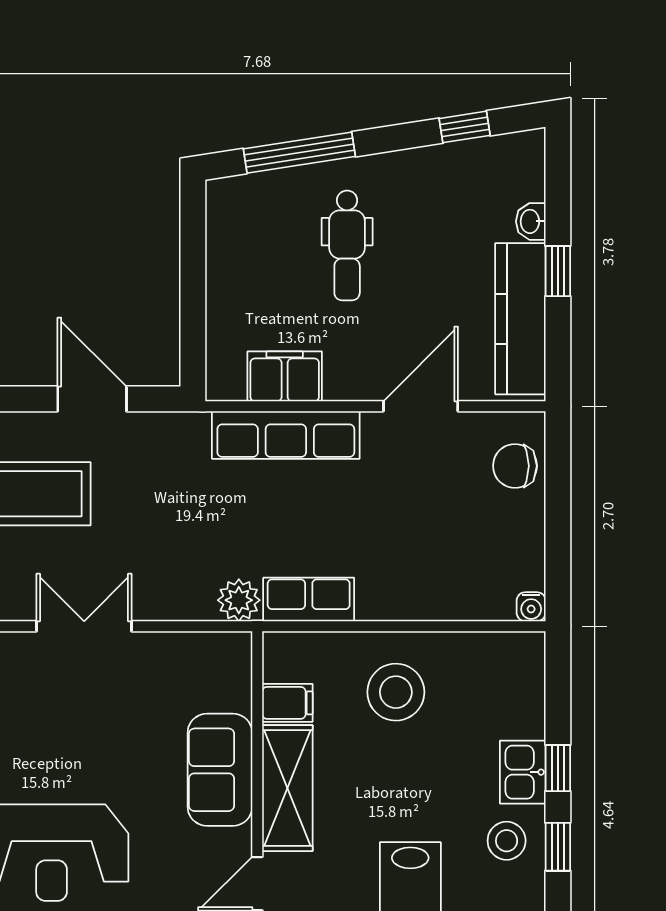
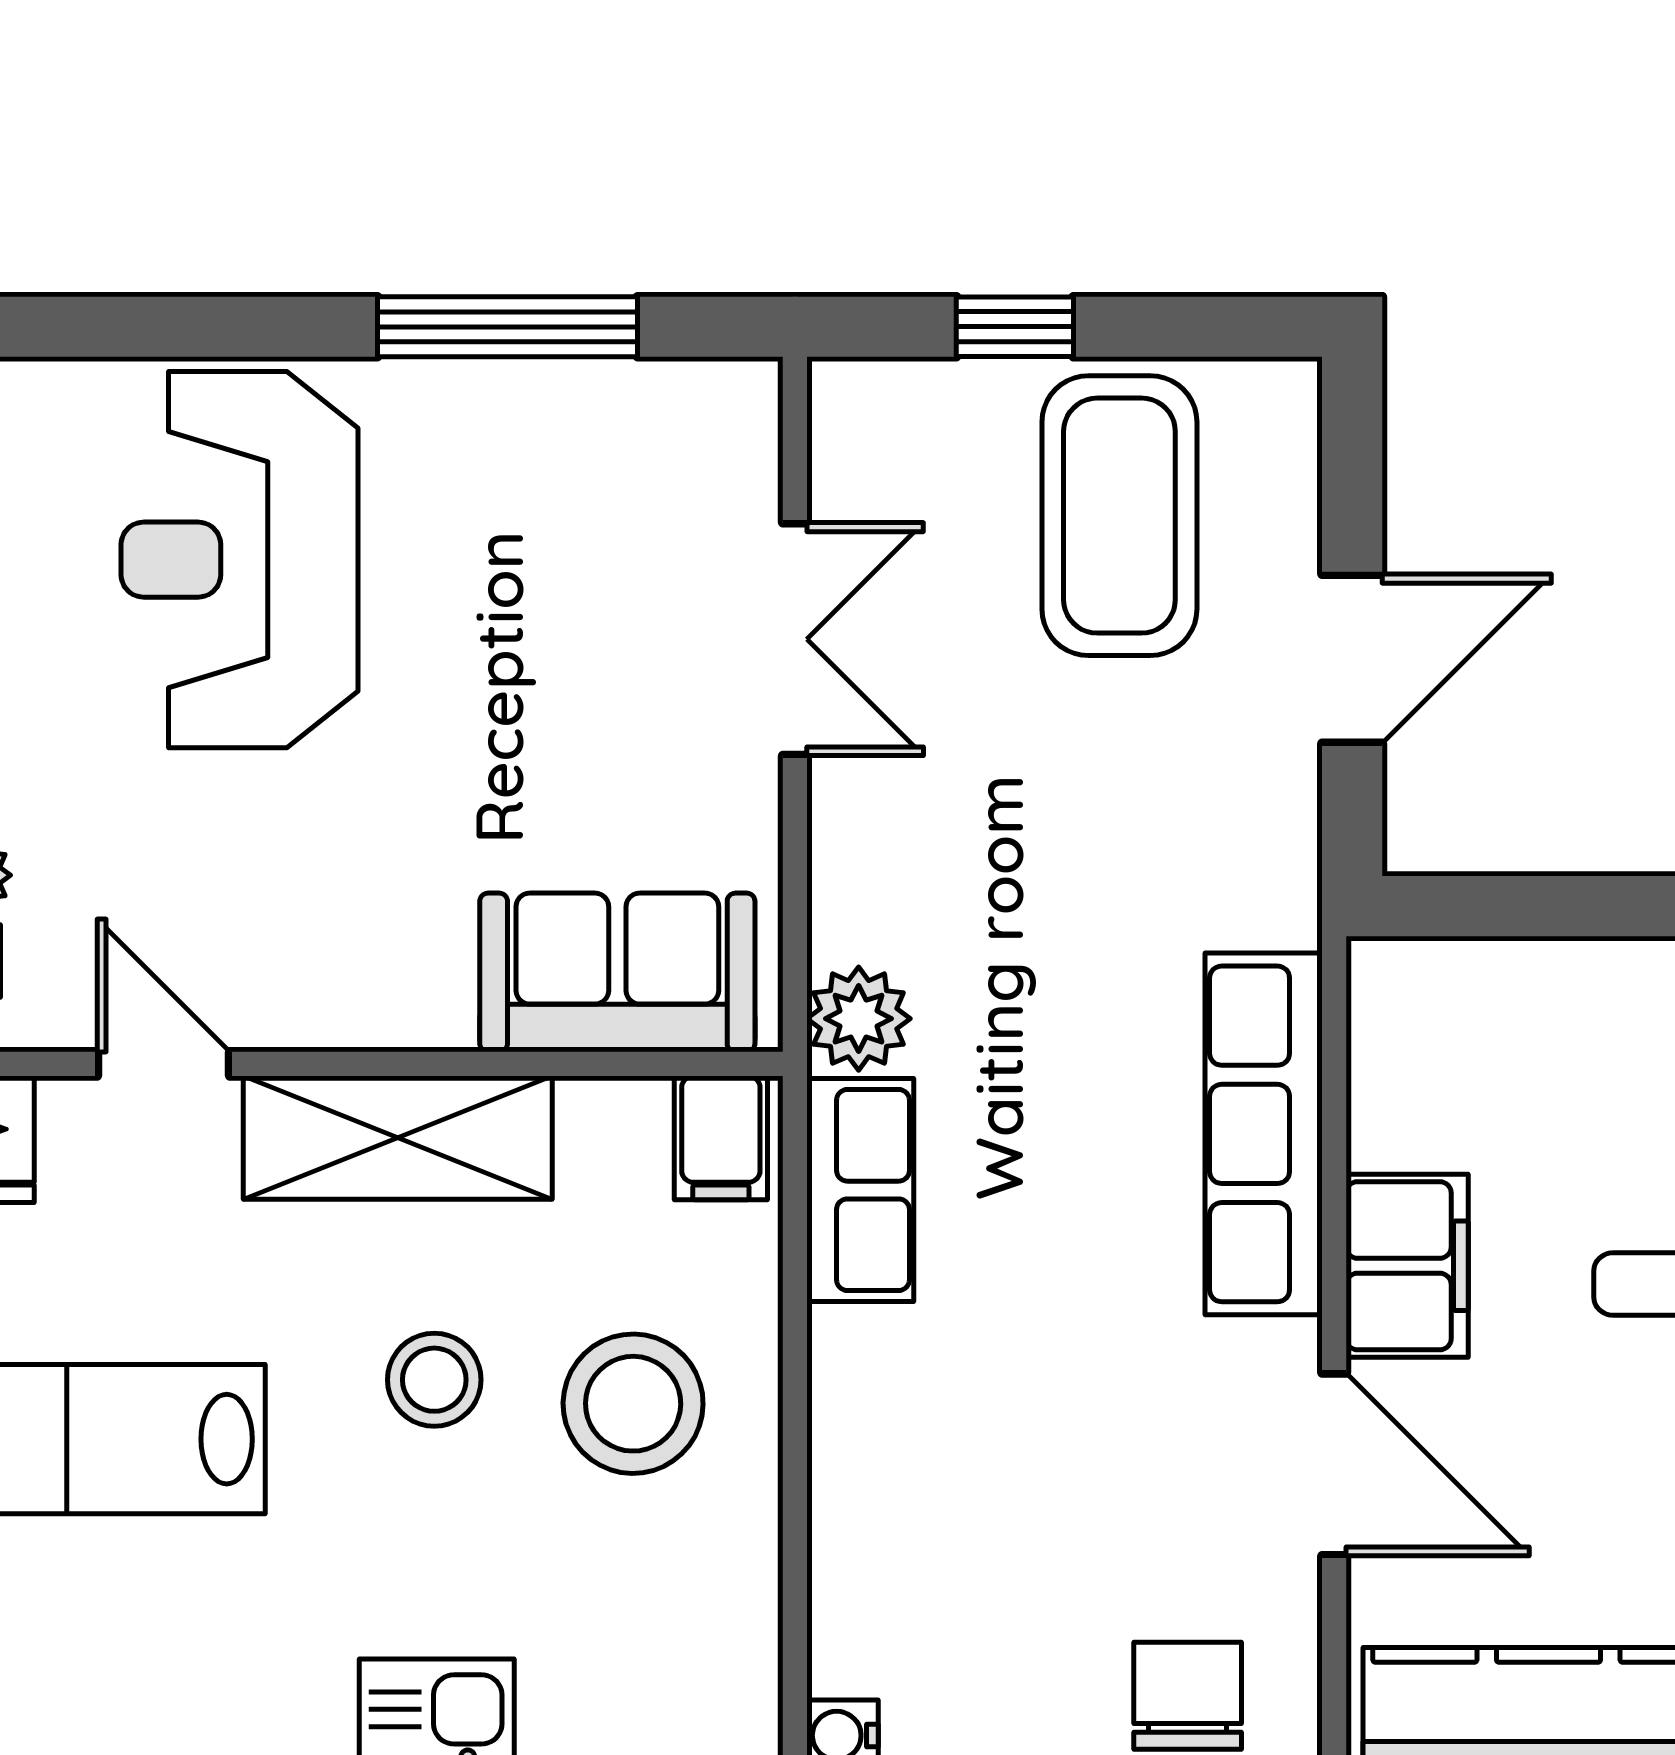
filing cabinet: (285, 376) -> (1407, 1266), moved
filing cabinet: (287, 703) -> (721, 1138), moved
sofa: (220, 770) -> (617, 972), moved
stool: (507, 841) -> (434, 1380), moved

